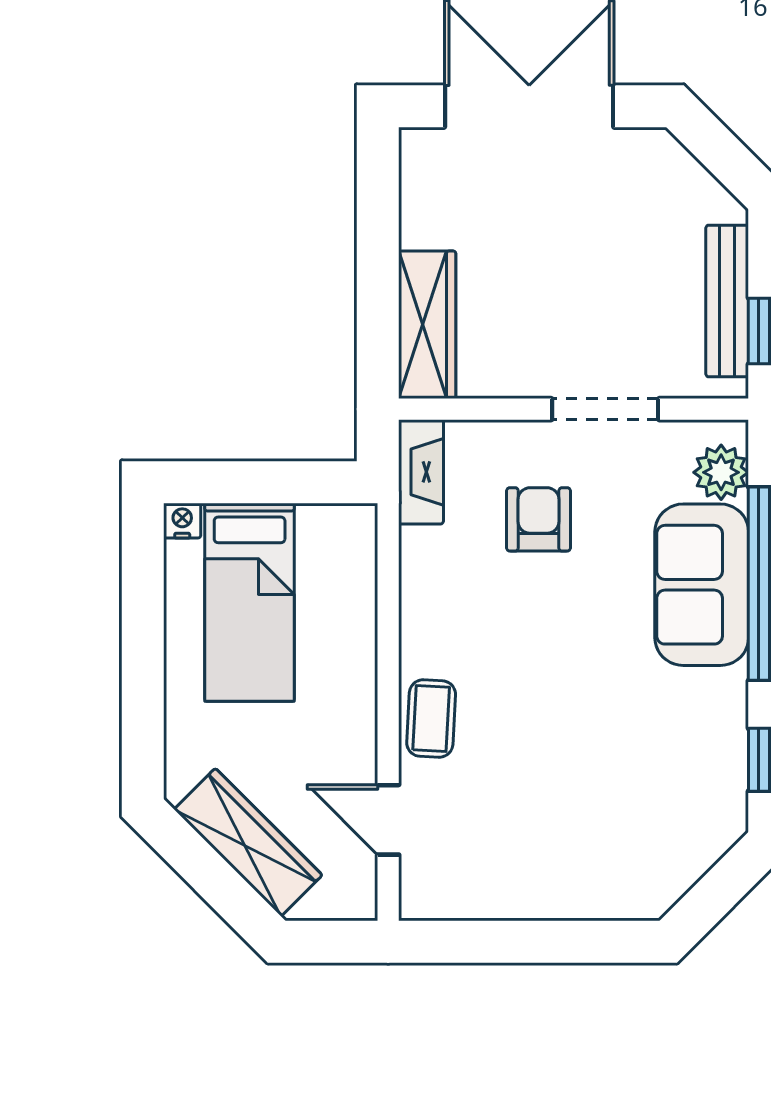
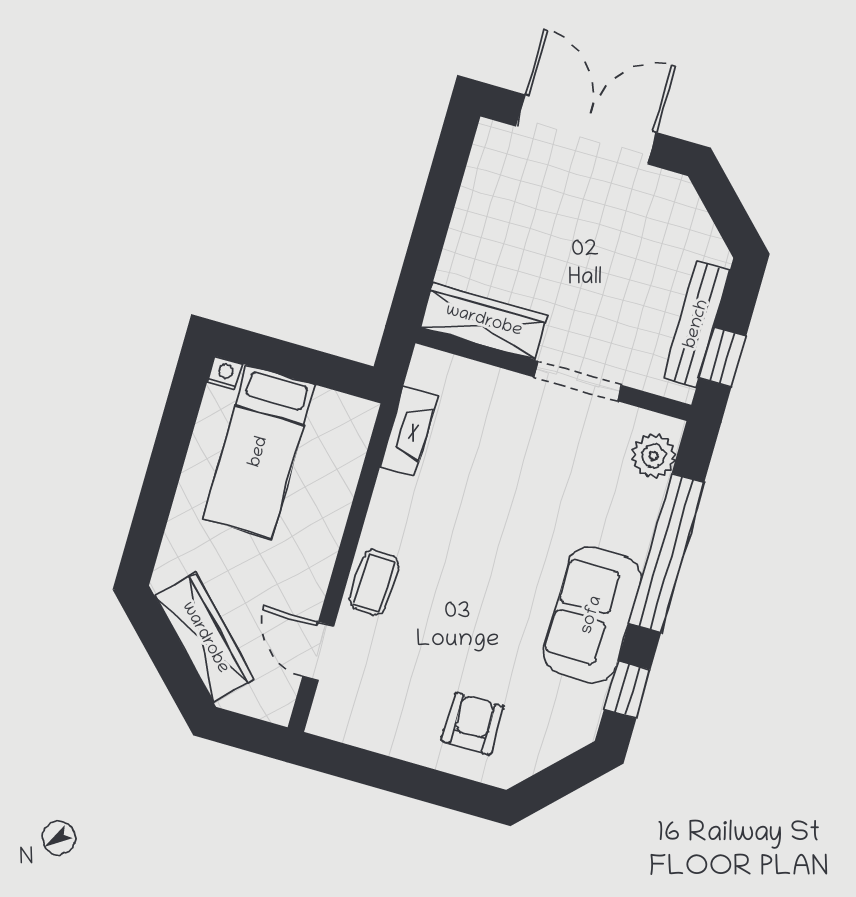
wardrobe: (427, 325) -> (484, 321), moved, turned -90
fireplace: (421, 472) -> (409, 431), moved
armchair: (539, 519) -> (473, 724), moved
sofa: (702, 585) -> (592, 615), moved

